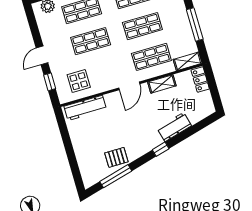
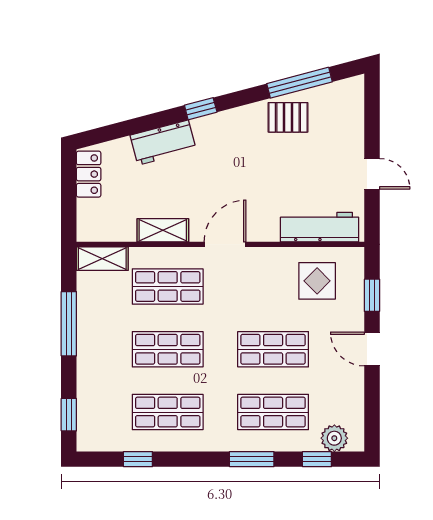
door: (42, 55) -> (372, 349), swing flipped
locker: (200, 80) -> (89, 174), moved
door: (67, 142) -> (372, 174), added

